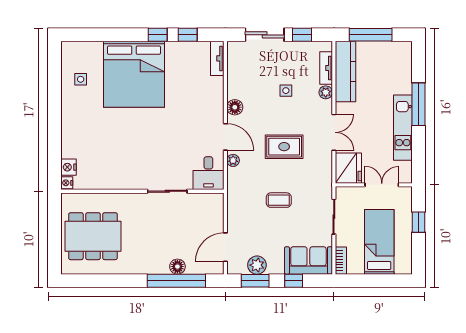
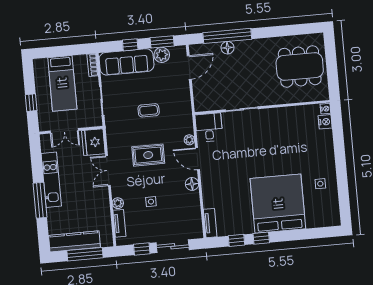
kitchen counter: (346, 72) -> (74, 241), moved, turned 90
side table: (81, 79) -> (320, 184), moved
sofa: (308, 260) -> (127, 62), width x1.36

